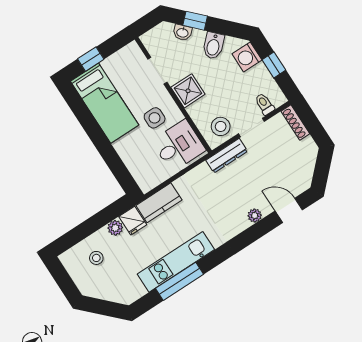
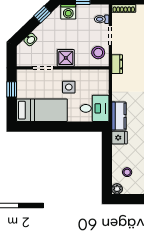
window: (195, 21) -> (42, 14), moved
bidet: (213, 46) -> (49, 27), removed
window: (91, 59) -> (12, 89), moved
desk: (179, 146) -> (95, 108), moved, turned 90
dresser: (227, 156) -> (117, 64), width x0.70
plant: (115, 228) -> (117, 189), moved

